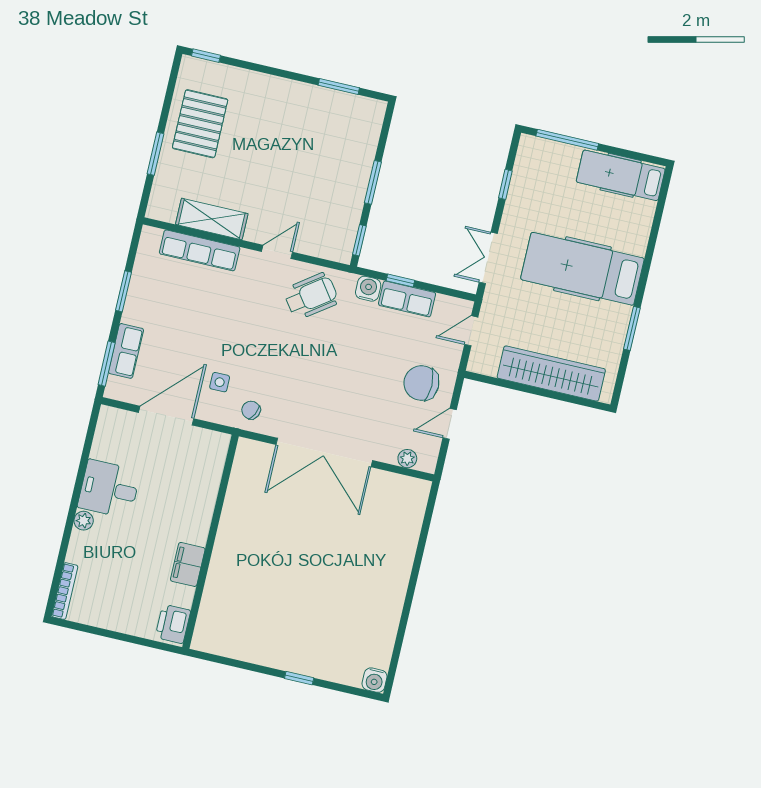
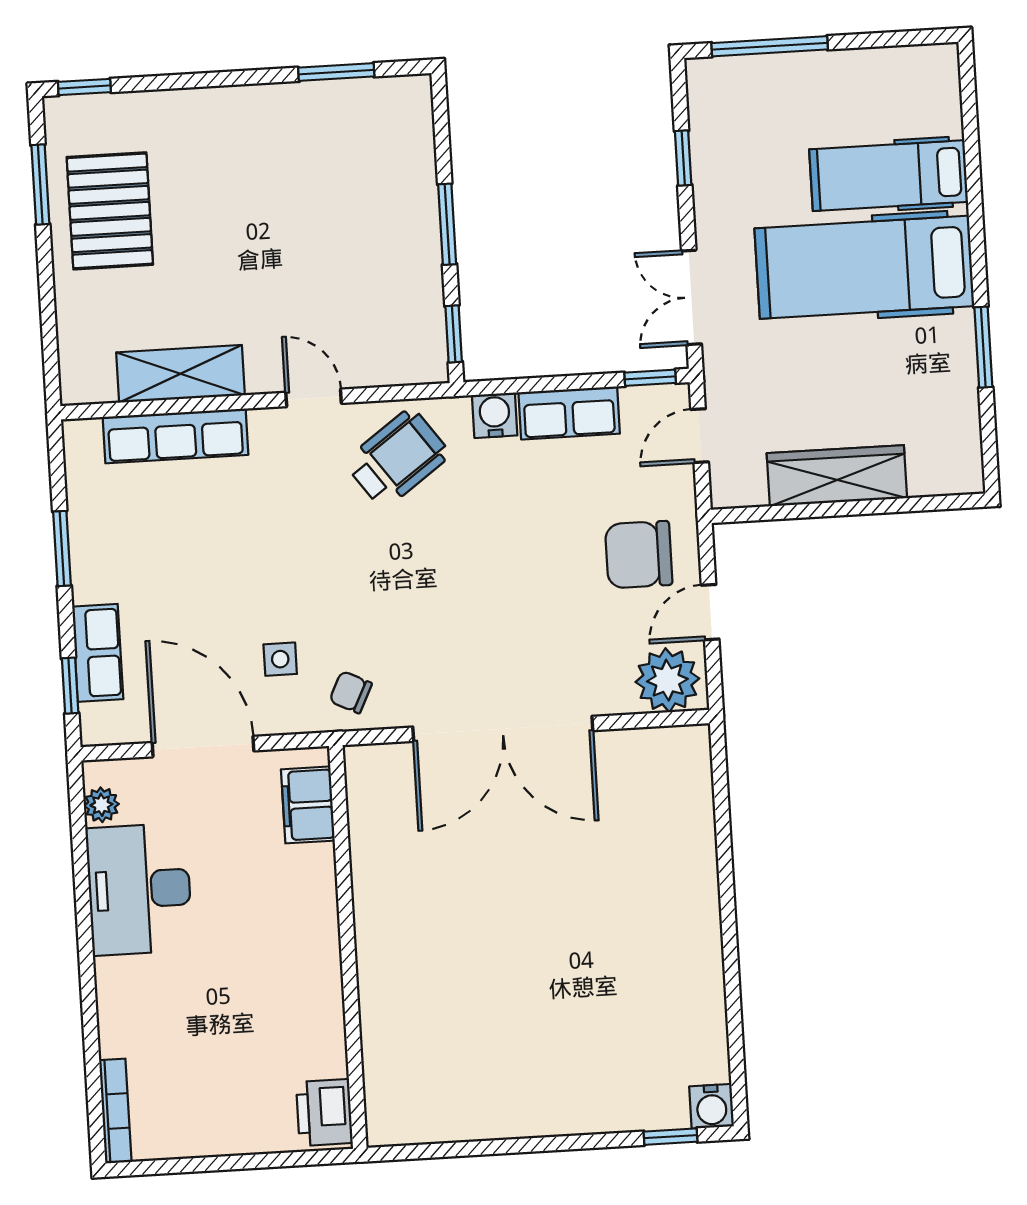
window: (155, 154) -> (40, 185), moved
hospital bed: (621, 175) -> (889, 176), moved
door: (277, 252) -> (314, 398), hinge flipped
window: (400, 281) -> (650, 378), moved
window: (107, 364) -> (70, 686), width x0.67
wardrobe: (551, 374) -> (837, 476), width x0.71, depth x0.85
door: (166, 416) -> (203, 747), hinge flipped
plant: (407, 459) -> (667, 680), width x1.88, depth x1.88
desk: (109, 489) -> (139, 889), width x1.37
plant: (84, 521) -> (101, 805), moved
filing cabinet: (188, 564) -> (308, 805), moved
window: (299, 678) -> (671, 1137), moved

